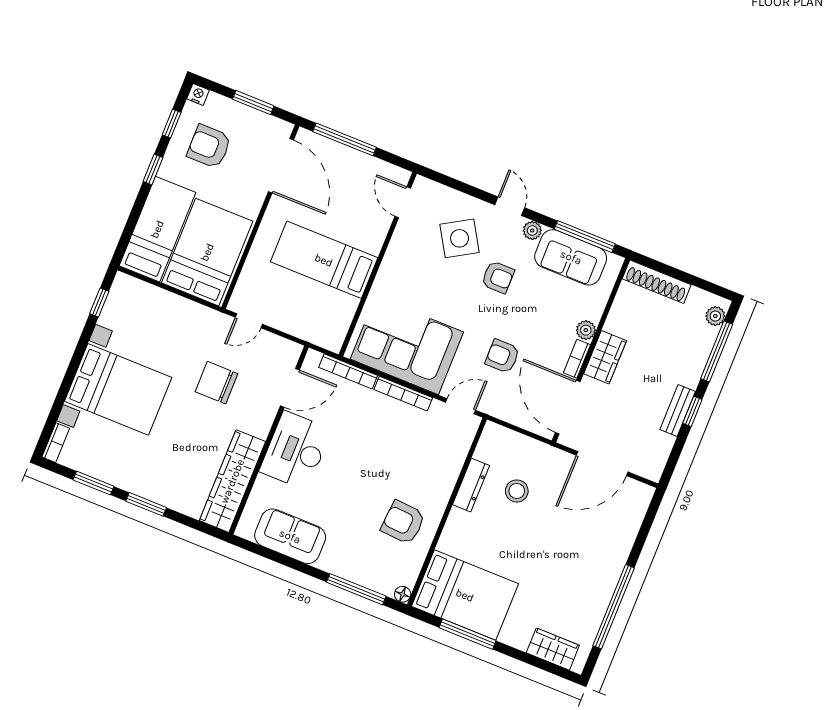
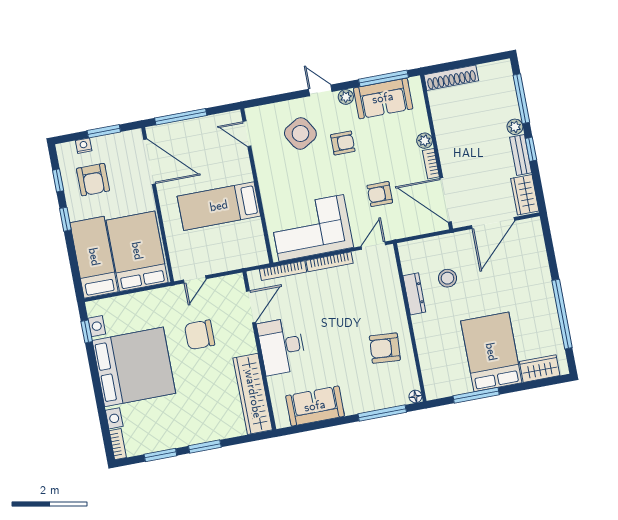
nightstand: (198, 94) -> (84, 146), moved
armchair: (209, 146) -> (93, 180), turned -90
plant: (715, 316) -> (515, 127), moved
wardrobe: (605, 357) -> (525, 195), moved, turned 180
bed with nightstands: (118, 389) -> (134, 367), width x1.36
bed: (465, 595) -> (491, 352), moved, turned -90

